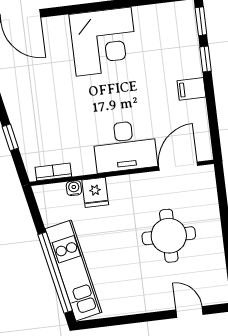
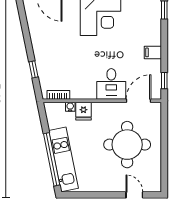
window: (206, 59) -> (164, 81), moved
desk: (125, 146) -> (111, 84), width x0.73
round table: (169, 236) -> (127, 145), width x1.36, depth x1.36

